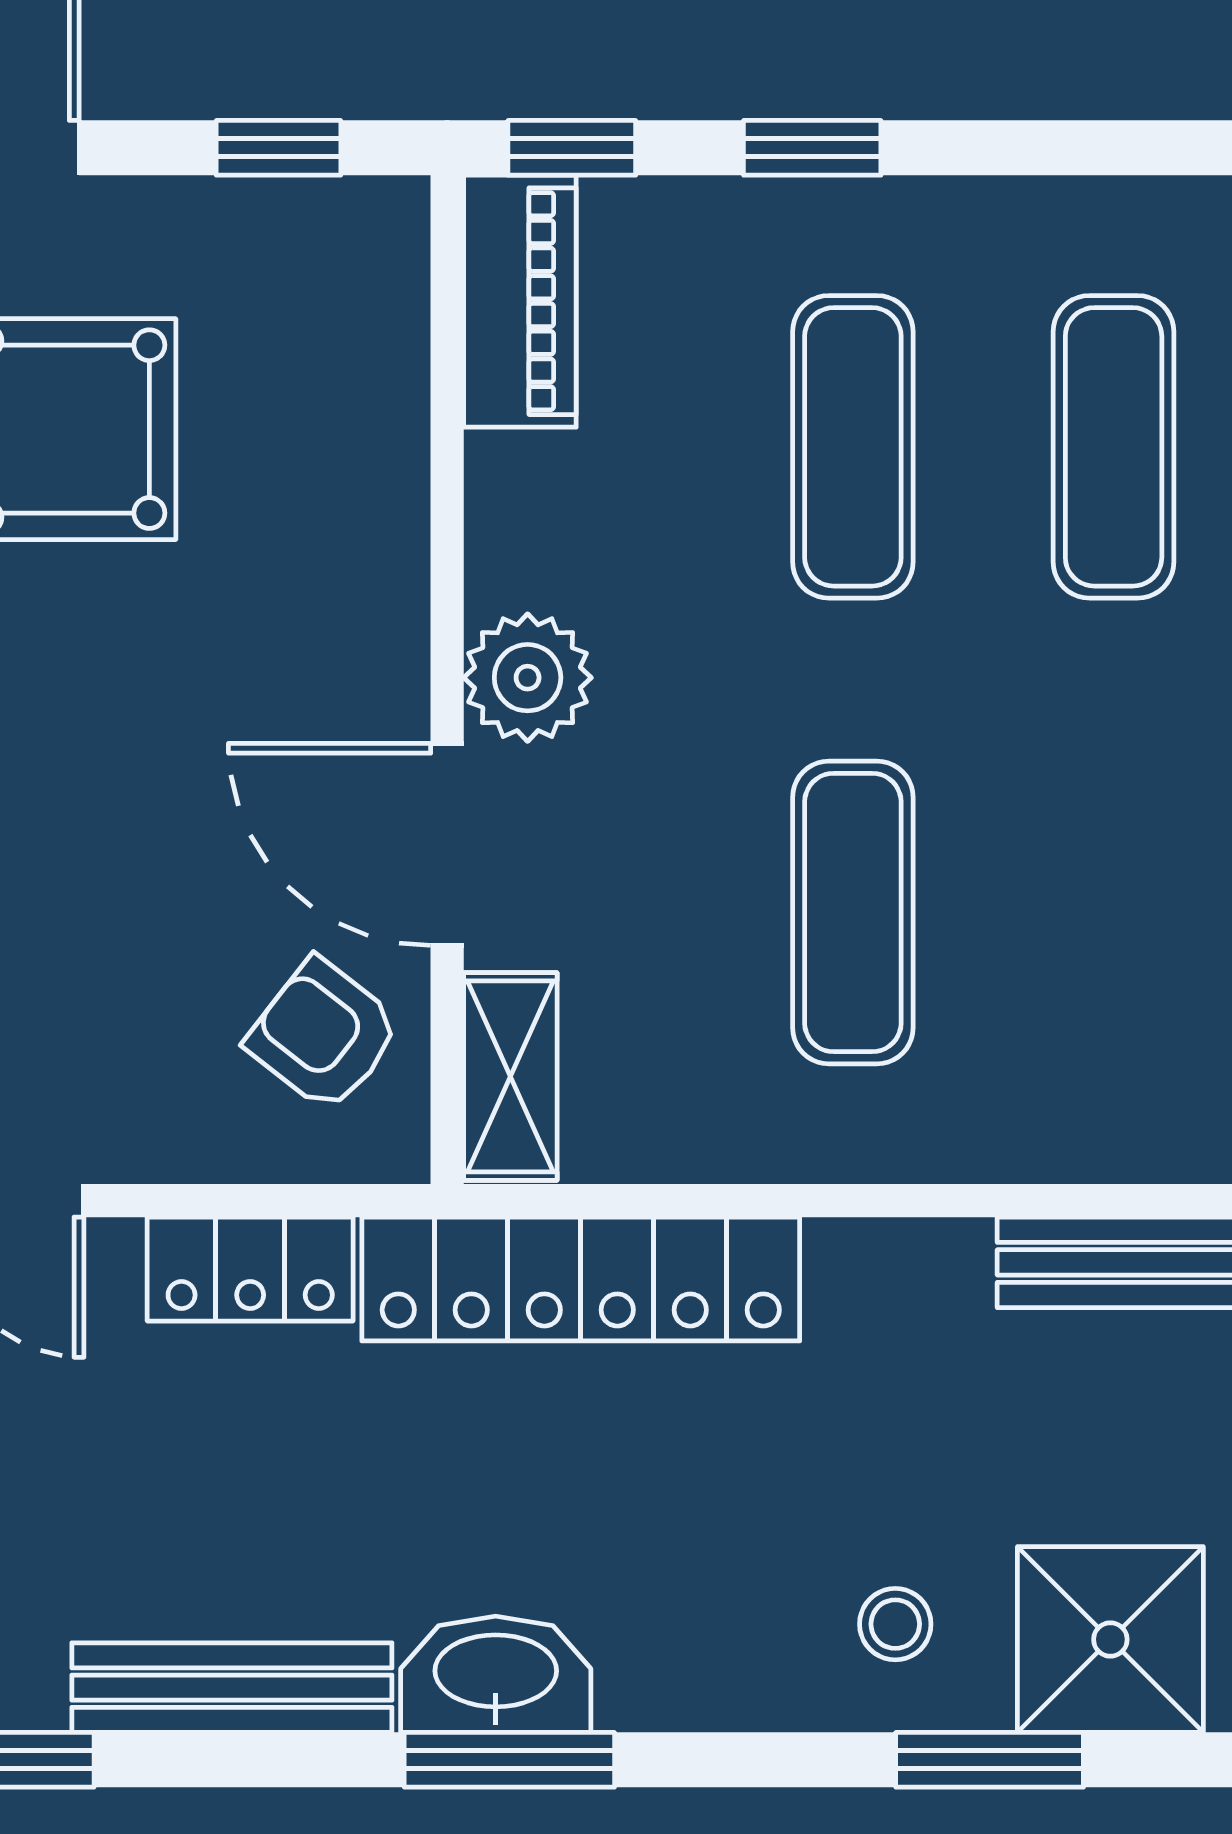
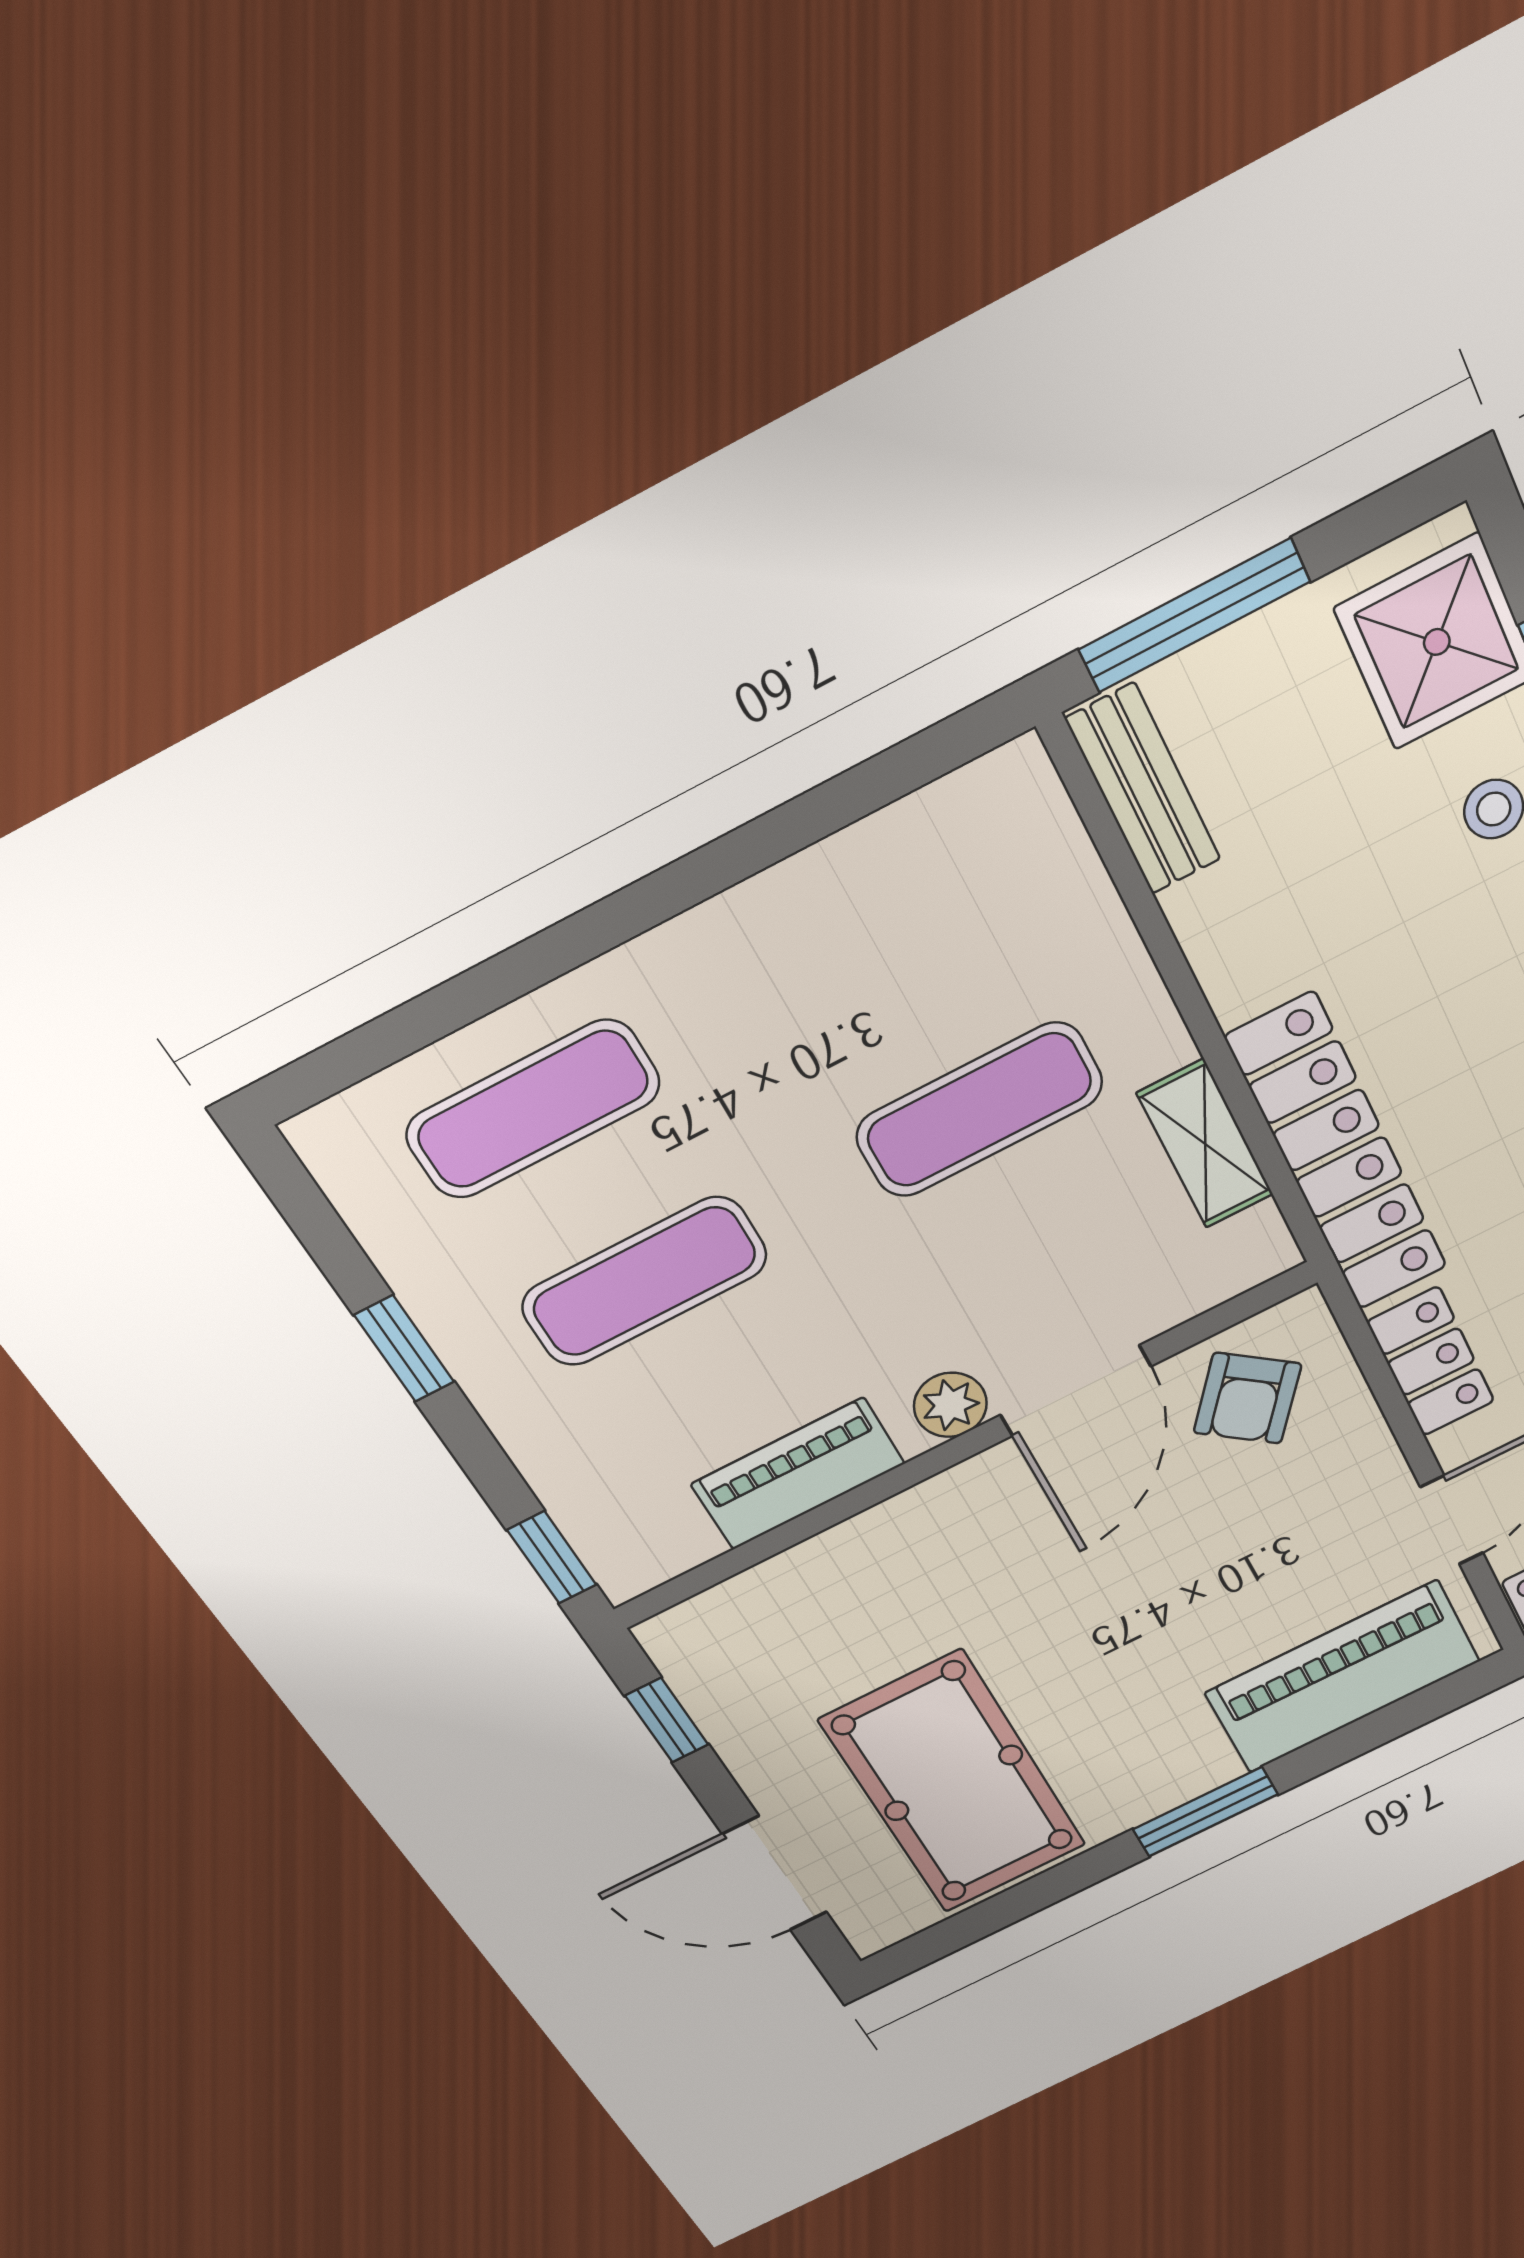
window: (812, 148) -> (404, 1349), moved
piano: (520, 301) -> (798, 1474), moved
plant: (528, 678) -> (950, 1405), width x0.73, depth x0.73
shelving: (510, 1076) -> (1205, 1144), moved, turned 90

